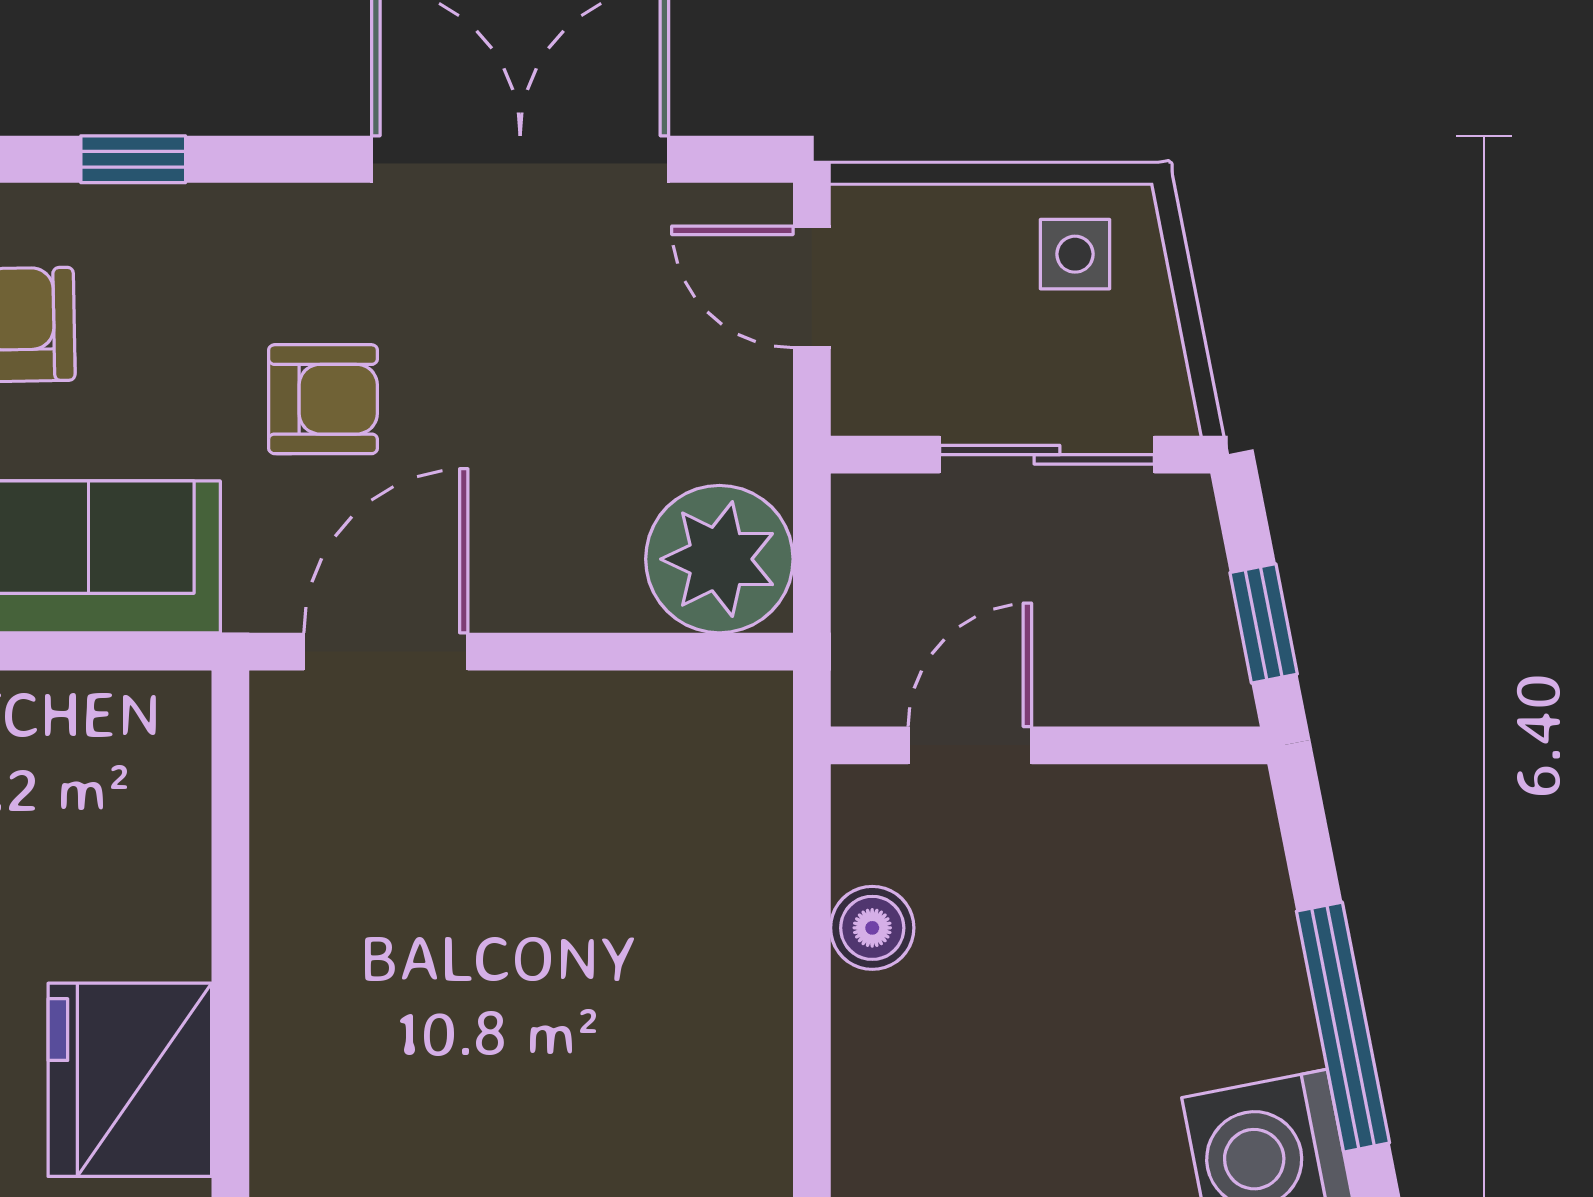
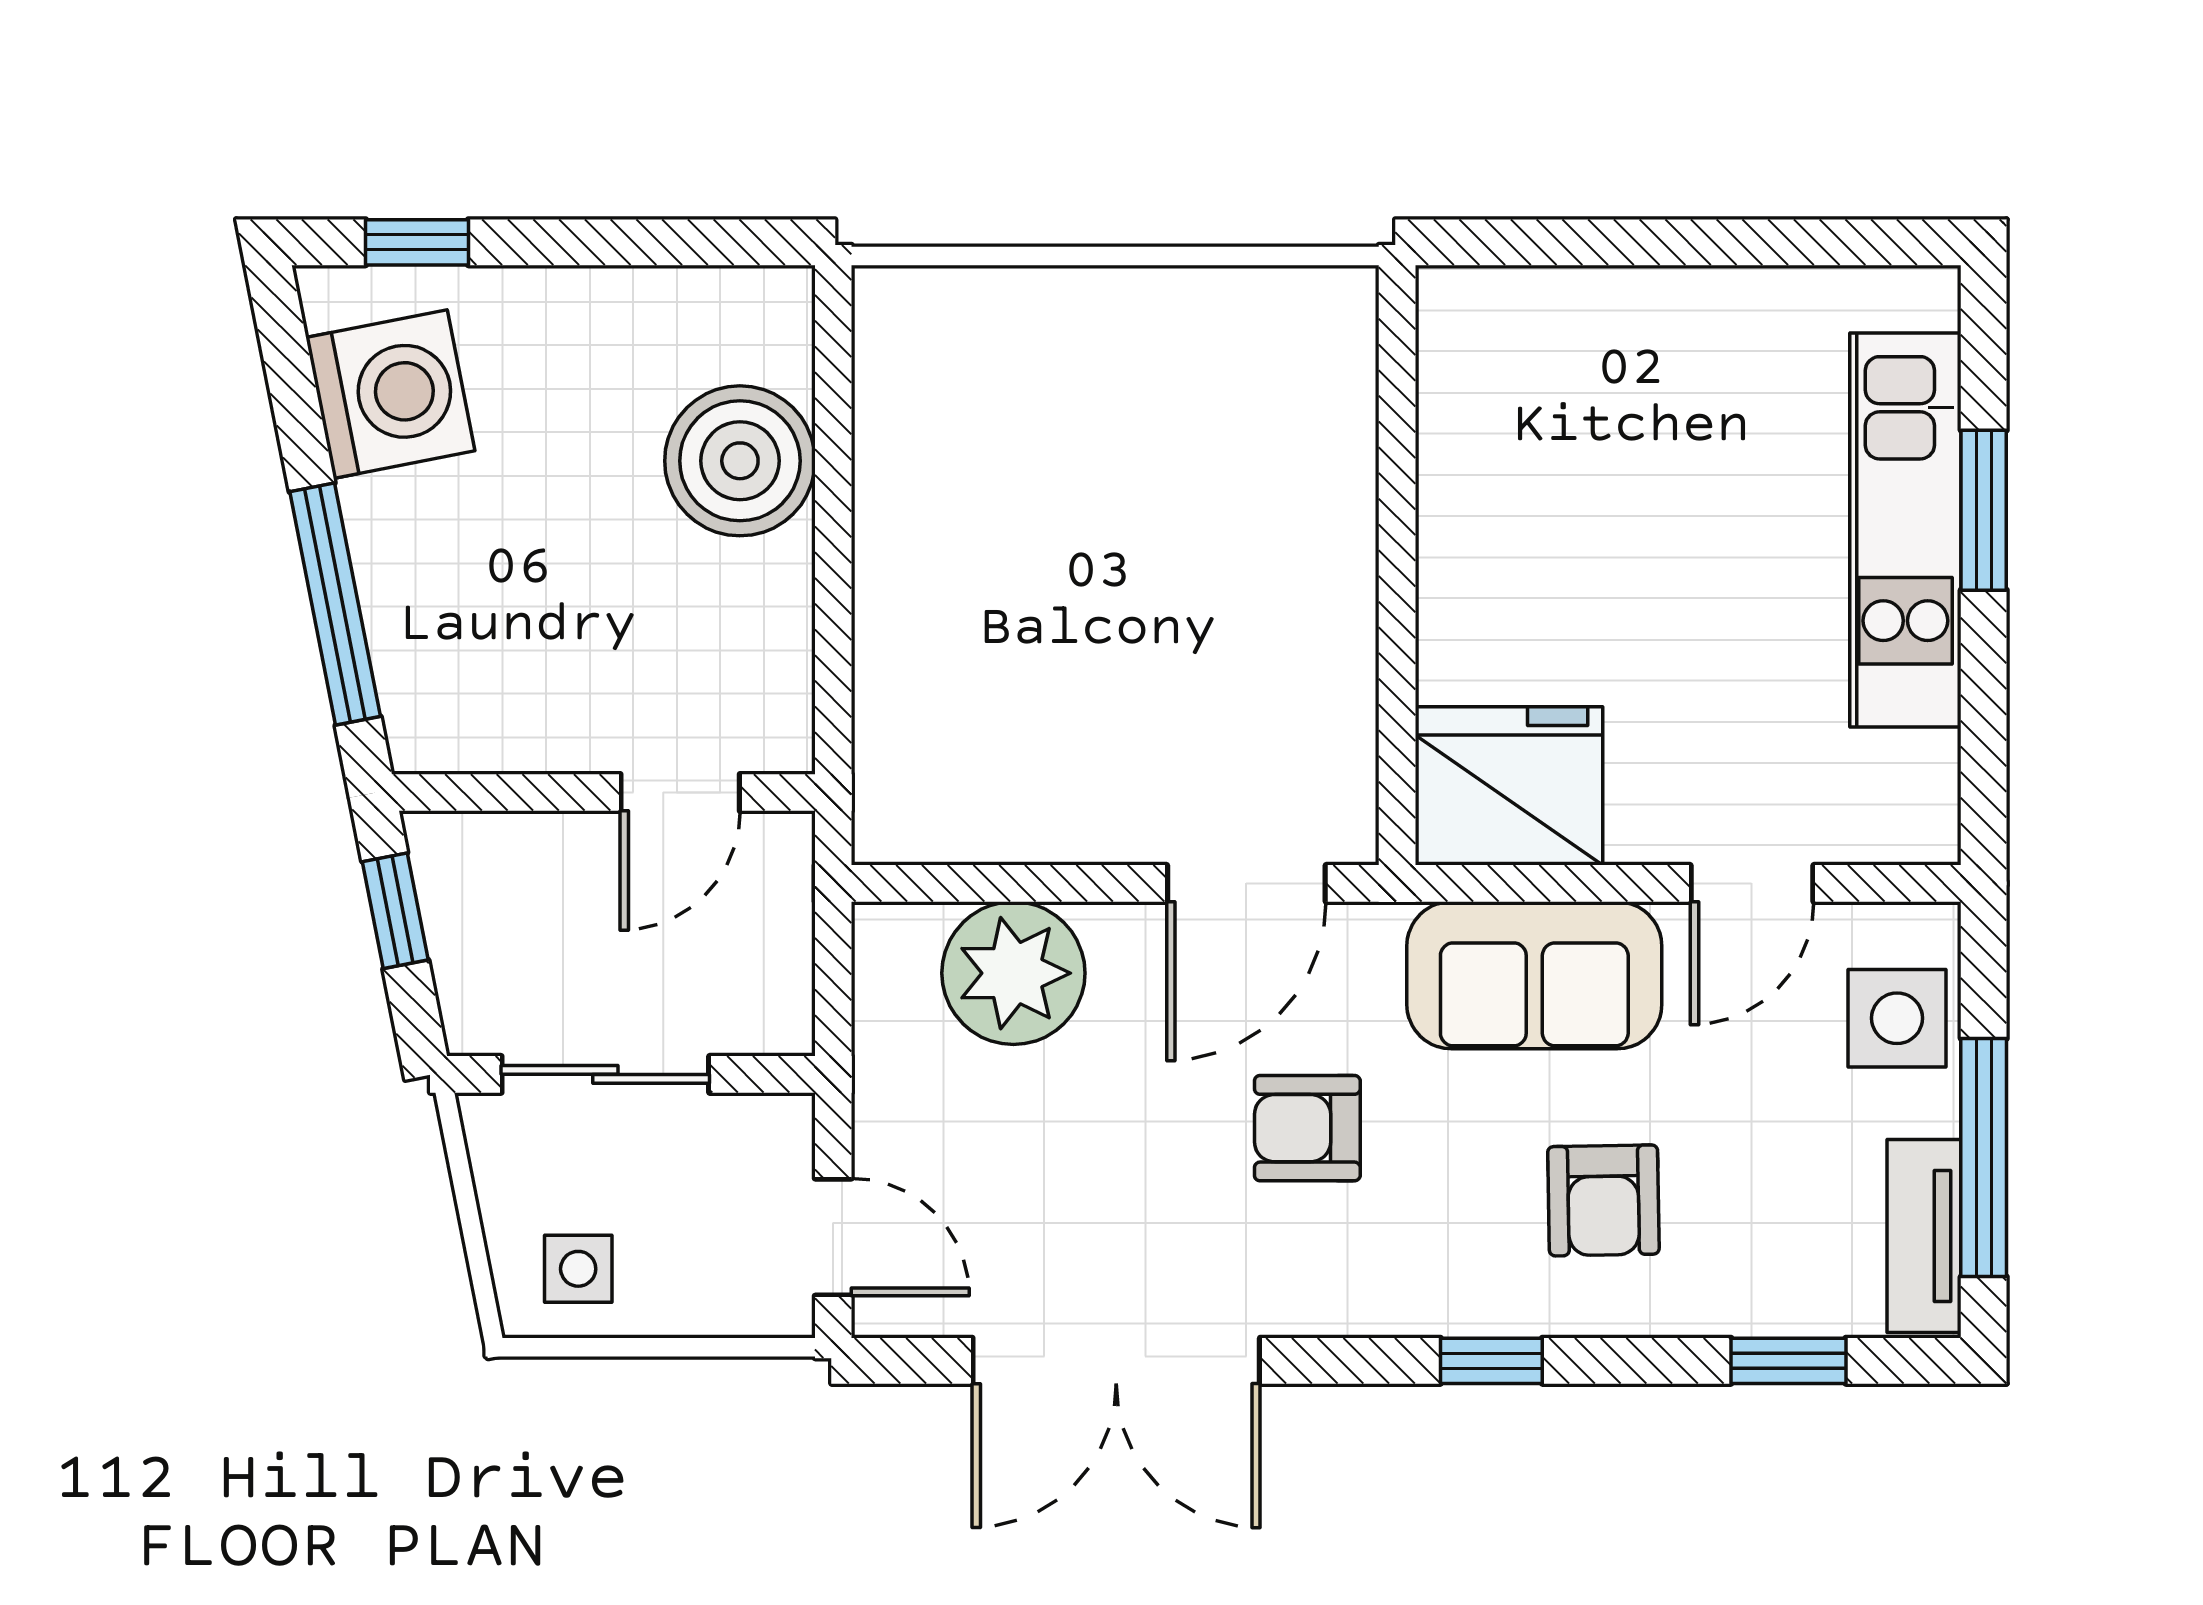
plant: (719, 559) -> (1013, 973), moved
boiler: (872, 928) -> (740, 461), moved, width x1.86, depth x1.86
window: (1343, 1027) -> (335, 604), moved
fridge: (130, 1080) -> (1509, 786), moved, turned -90

